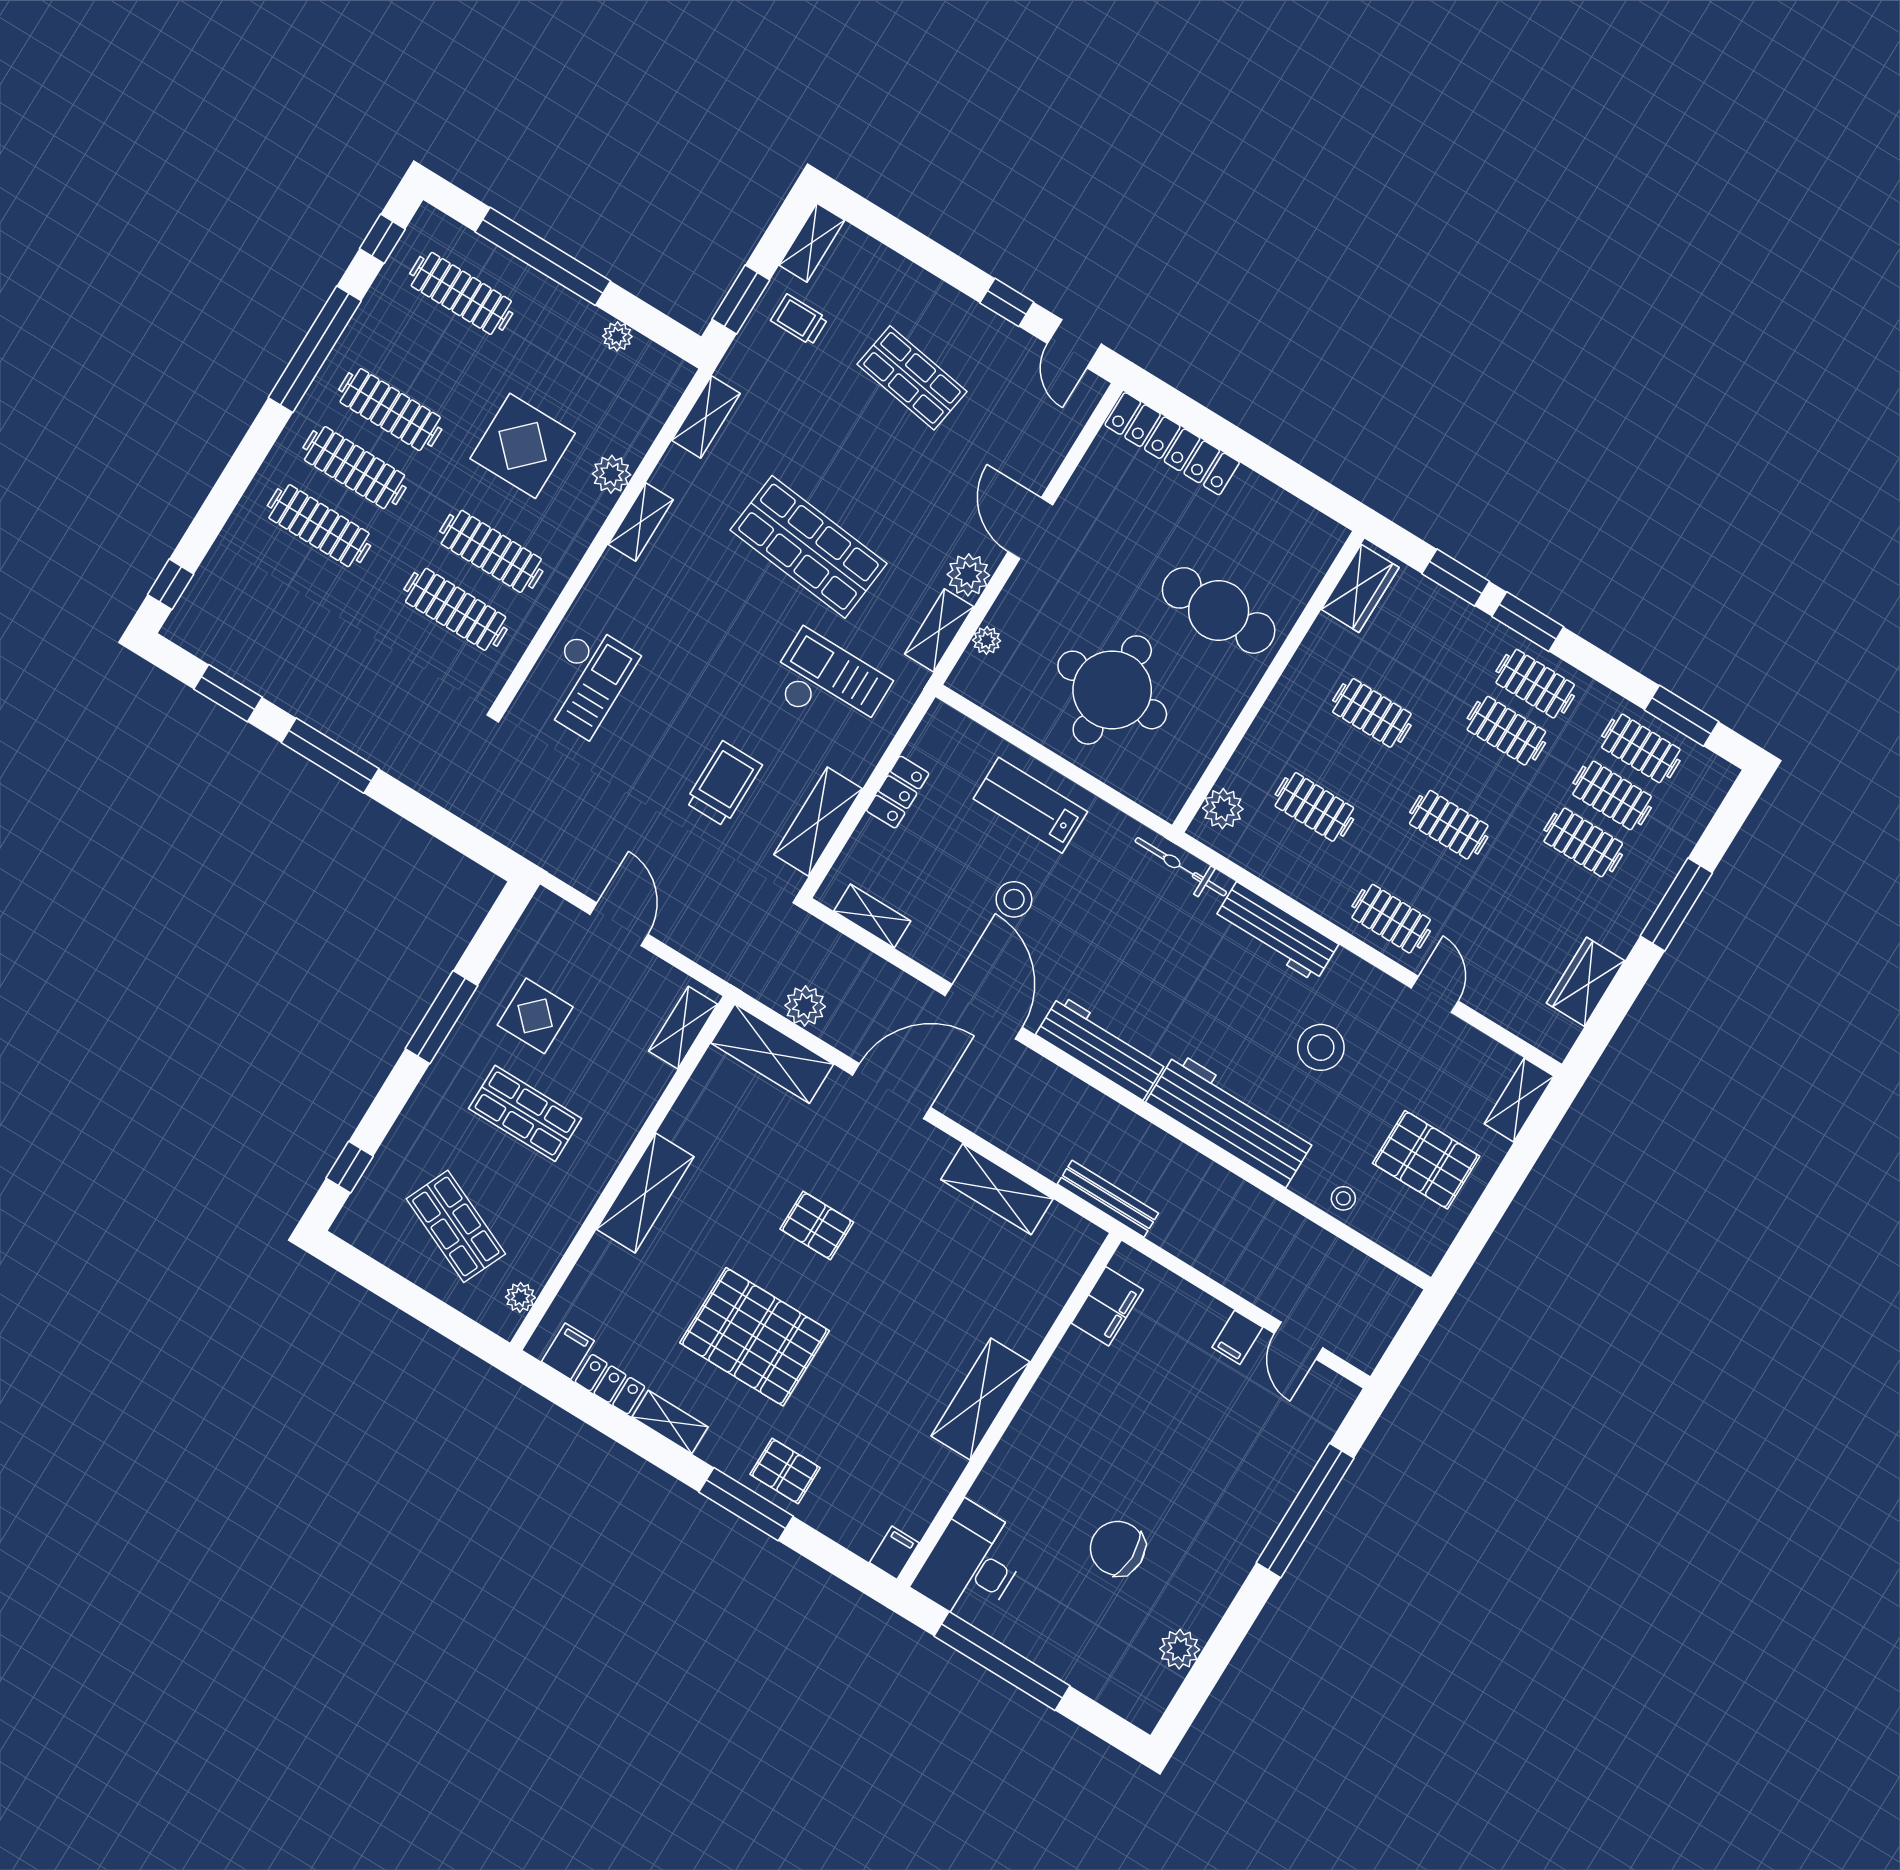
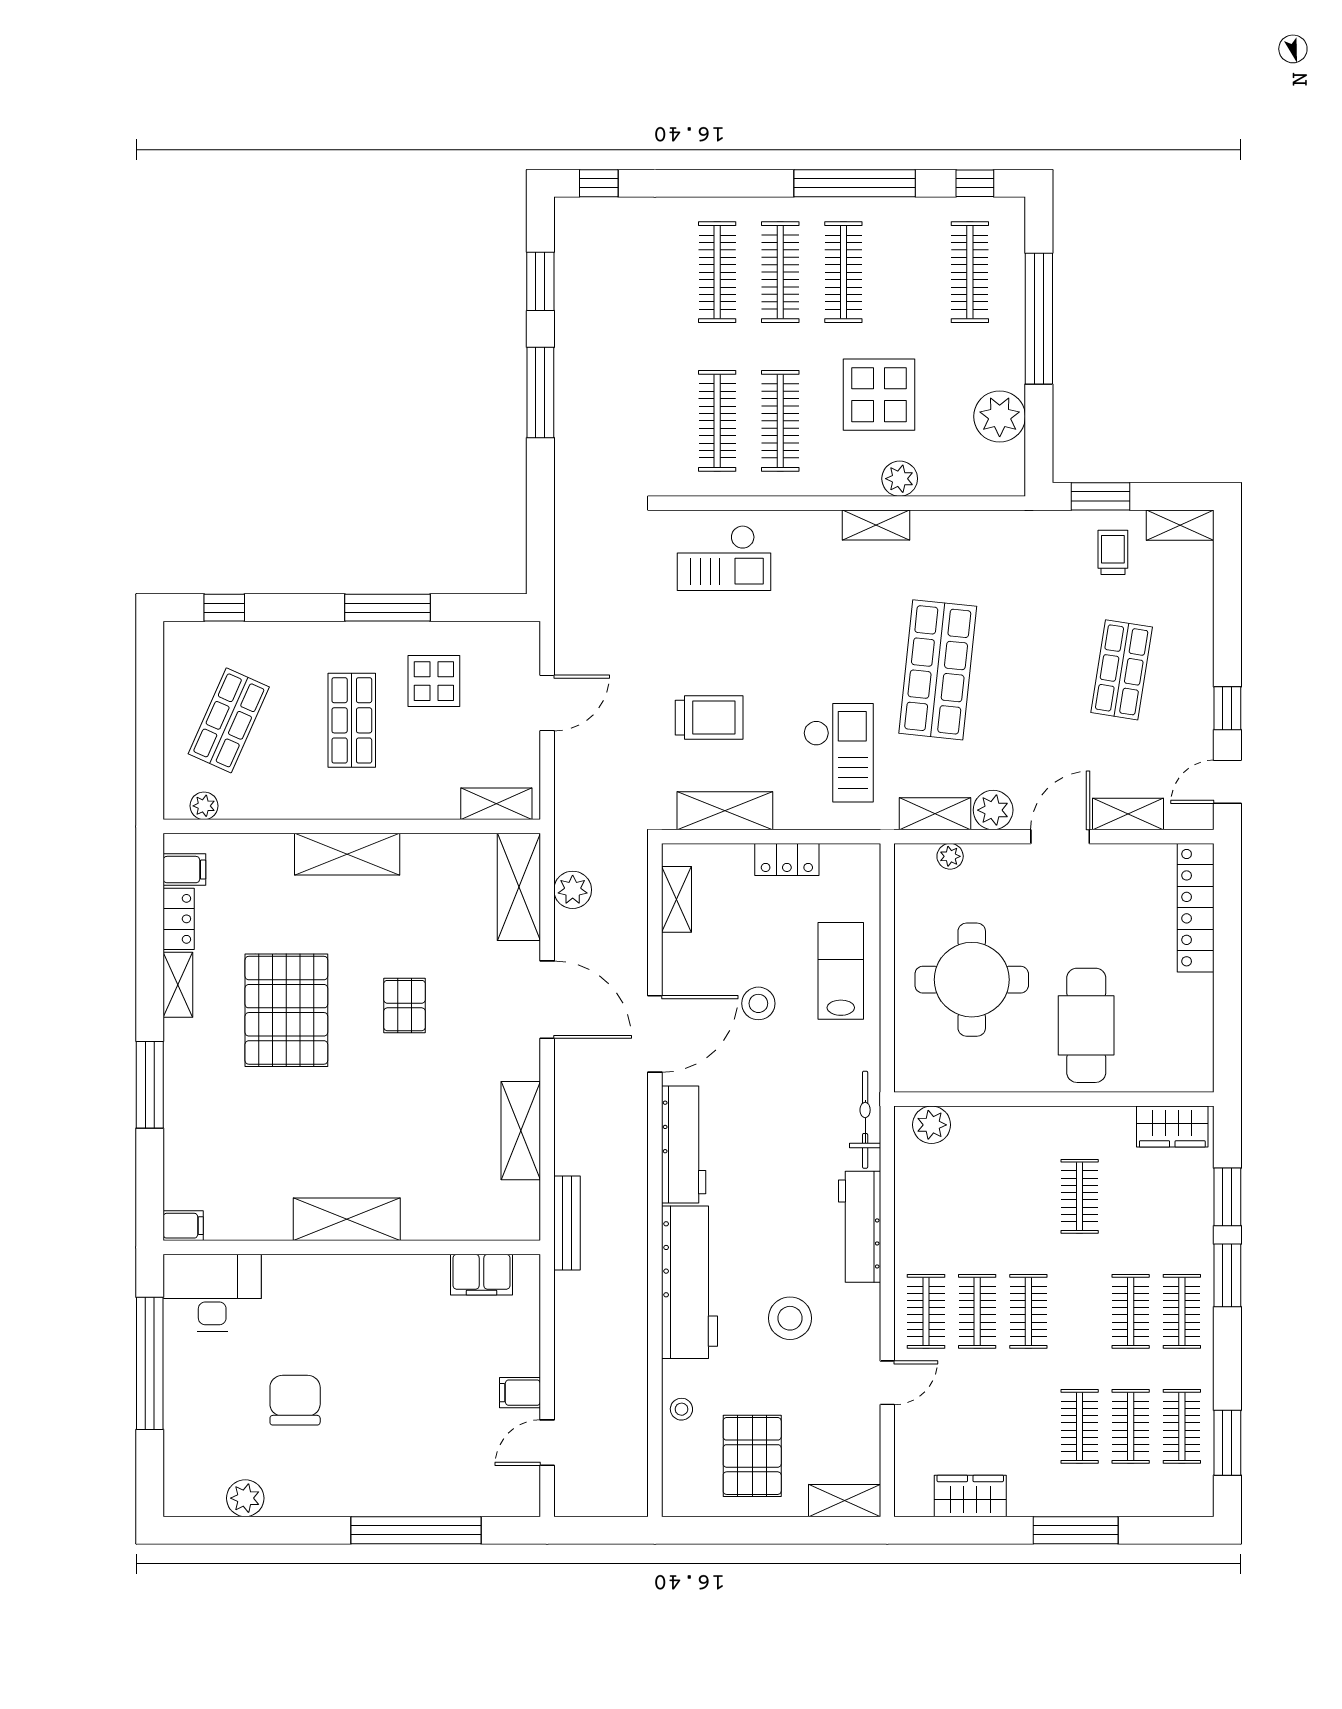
plant: (617, 336) -> (1000, 416), width x1.87, depth x1.87
shelving: (706, 417) -> (1128, 814), moved
clothes rail: (1314, 807) -> (977, 1311), moved
pallet: (785, 1471) -> (195, 1100), removed

